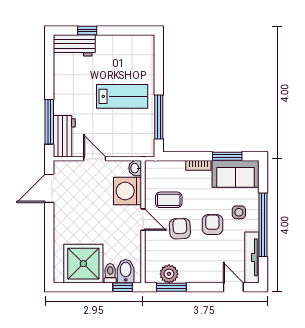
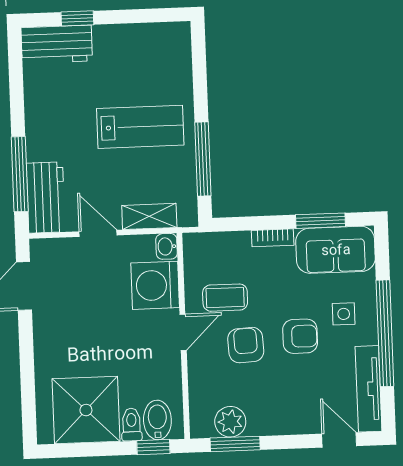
shelving: (126, 150) -> (149, 216), added
door: (143, 220) -> (183, 332), hinge flipped
armchair: (212, 225) -> (300, 336), turned 90

